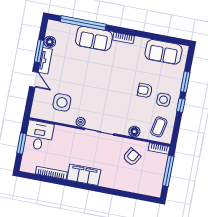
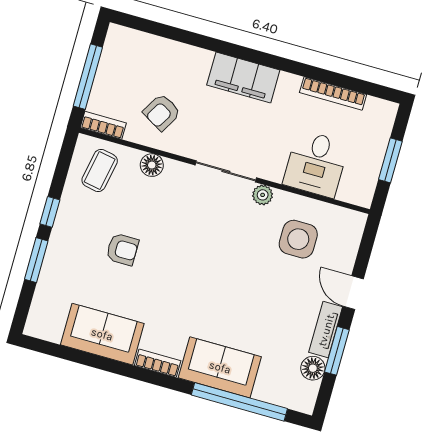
sofa: (163, 52) -> (102, 334), moved
side table: (163, 100) -> (85, 227), removed
desk: (39, 136) -> (316, 164), moved
filing cabinet: (84, 175) -> (243, 77), moved

